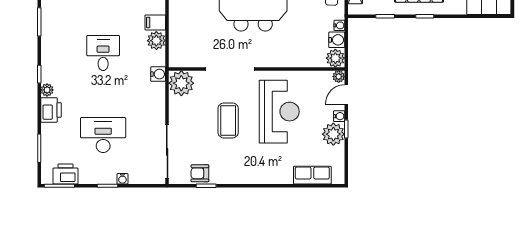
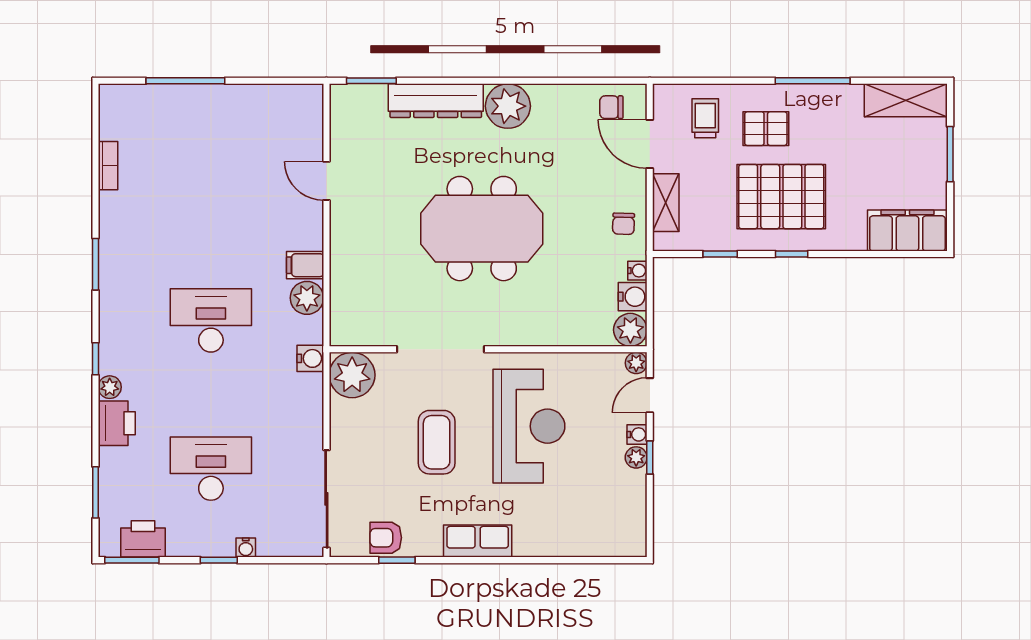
desk: (103, 53) -> (211, 320), width x1.37
plant: (333, 134) -> (636, 457), width x0.53, depth x0.53
row of seats: (312, 175) -> (478, 541), moved

